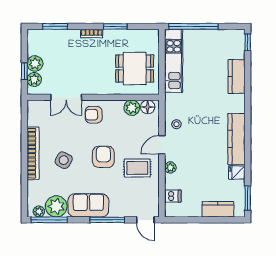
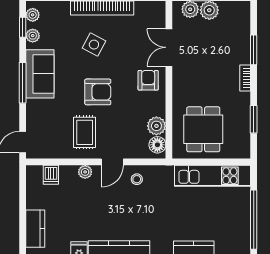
window: (55, 26) -> (254, 50), moved
window: (115, 26) -> (254, 119), moved
window: (193, 26) -> (254, 220), moved
door: (162, 145) -> (112, 162), swing flipped
plant: (56, 206) -> (33, 36), width x0.53, depth x0.53
window: (49, 220) -> (23, 27), width x0.46
window: (107, 220) -> (23, 83), moved

